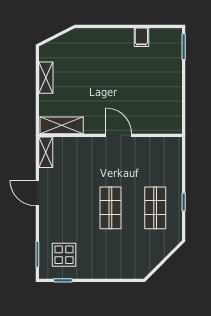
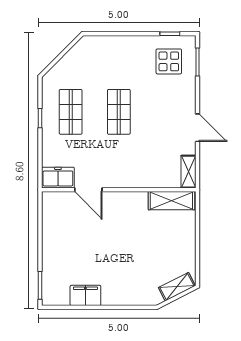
filing cabinet: (141, 37) -> (85, 295), width x2.00
shelving: (46, 78) -> (177, 287), moved, turned 63
door: (119, 135) -> (88, 190), moved
freezer: (167, 147) -> (58, 178), added

